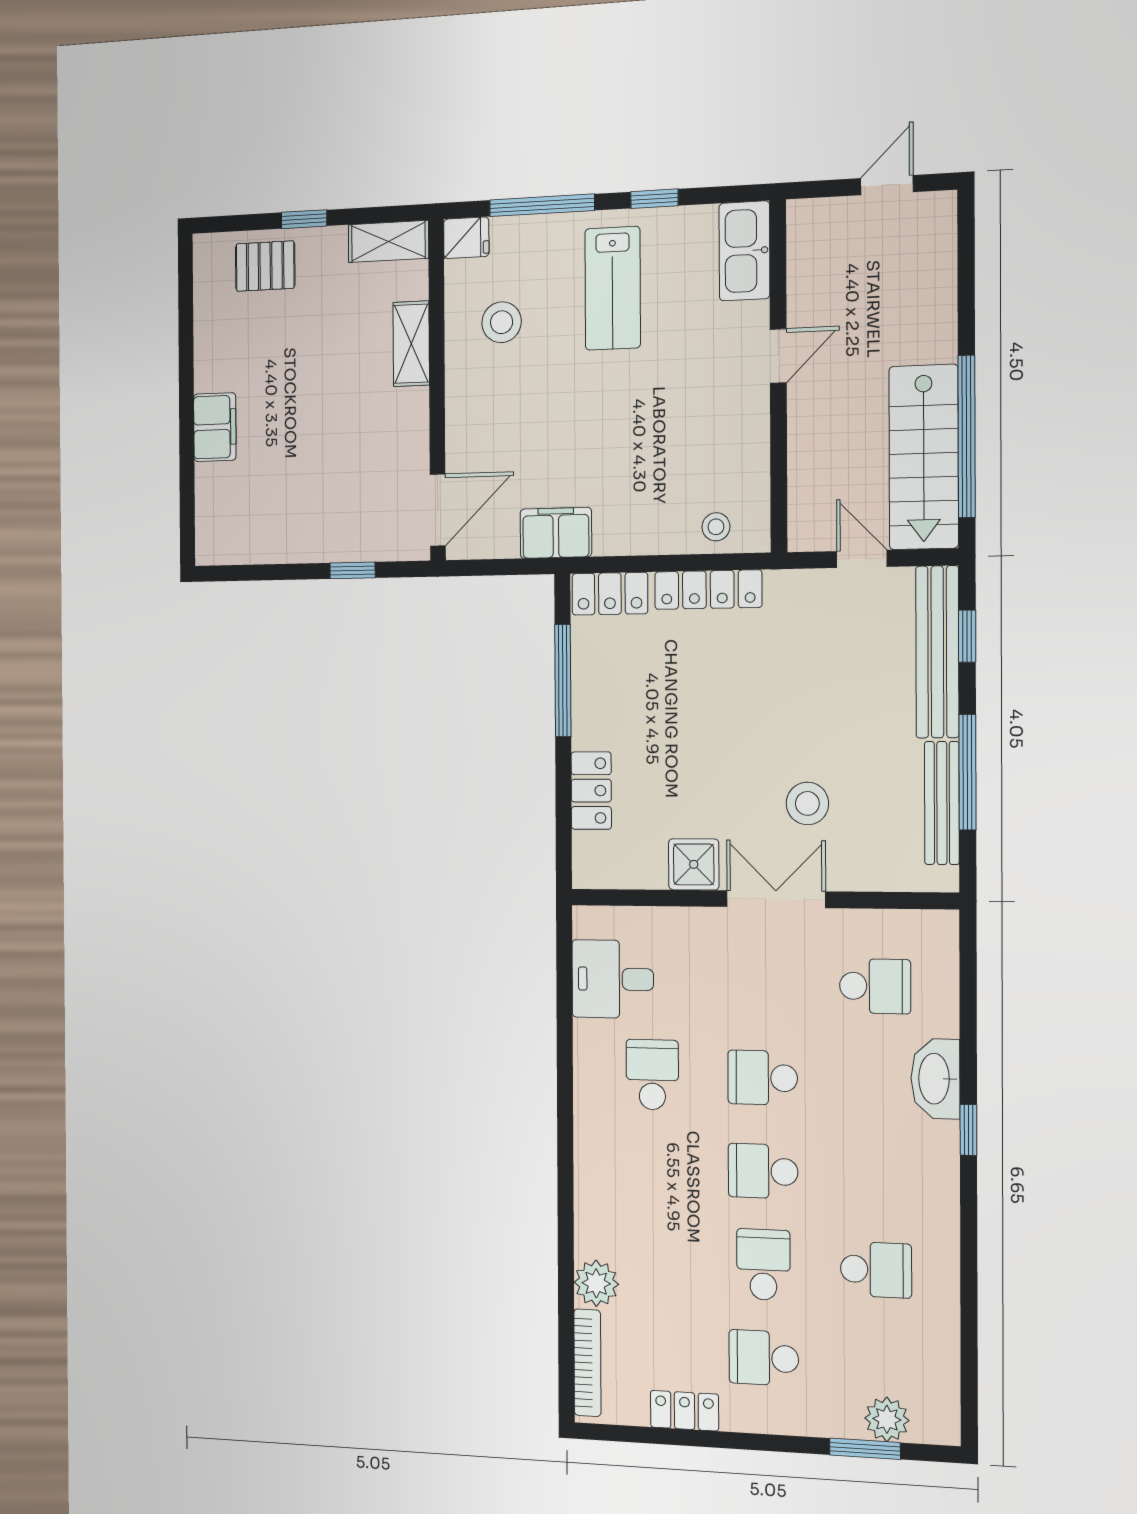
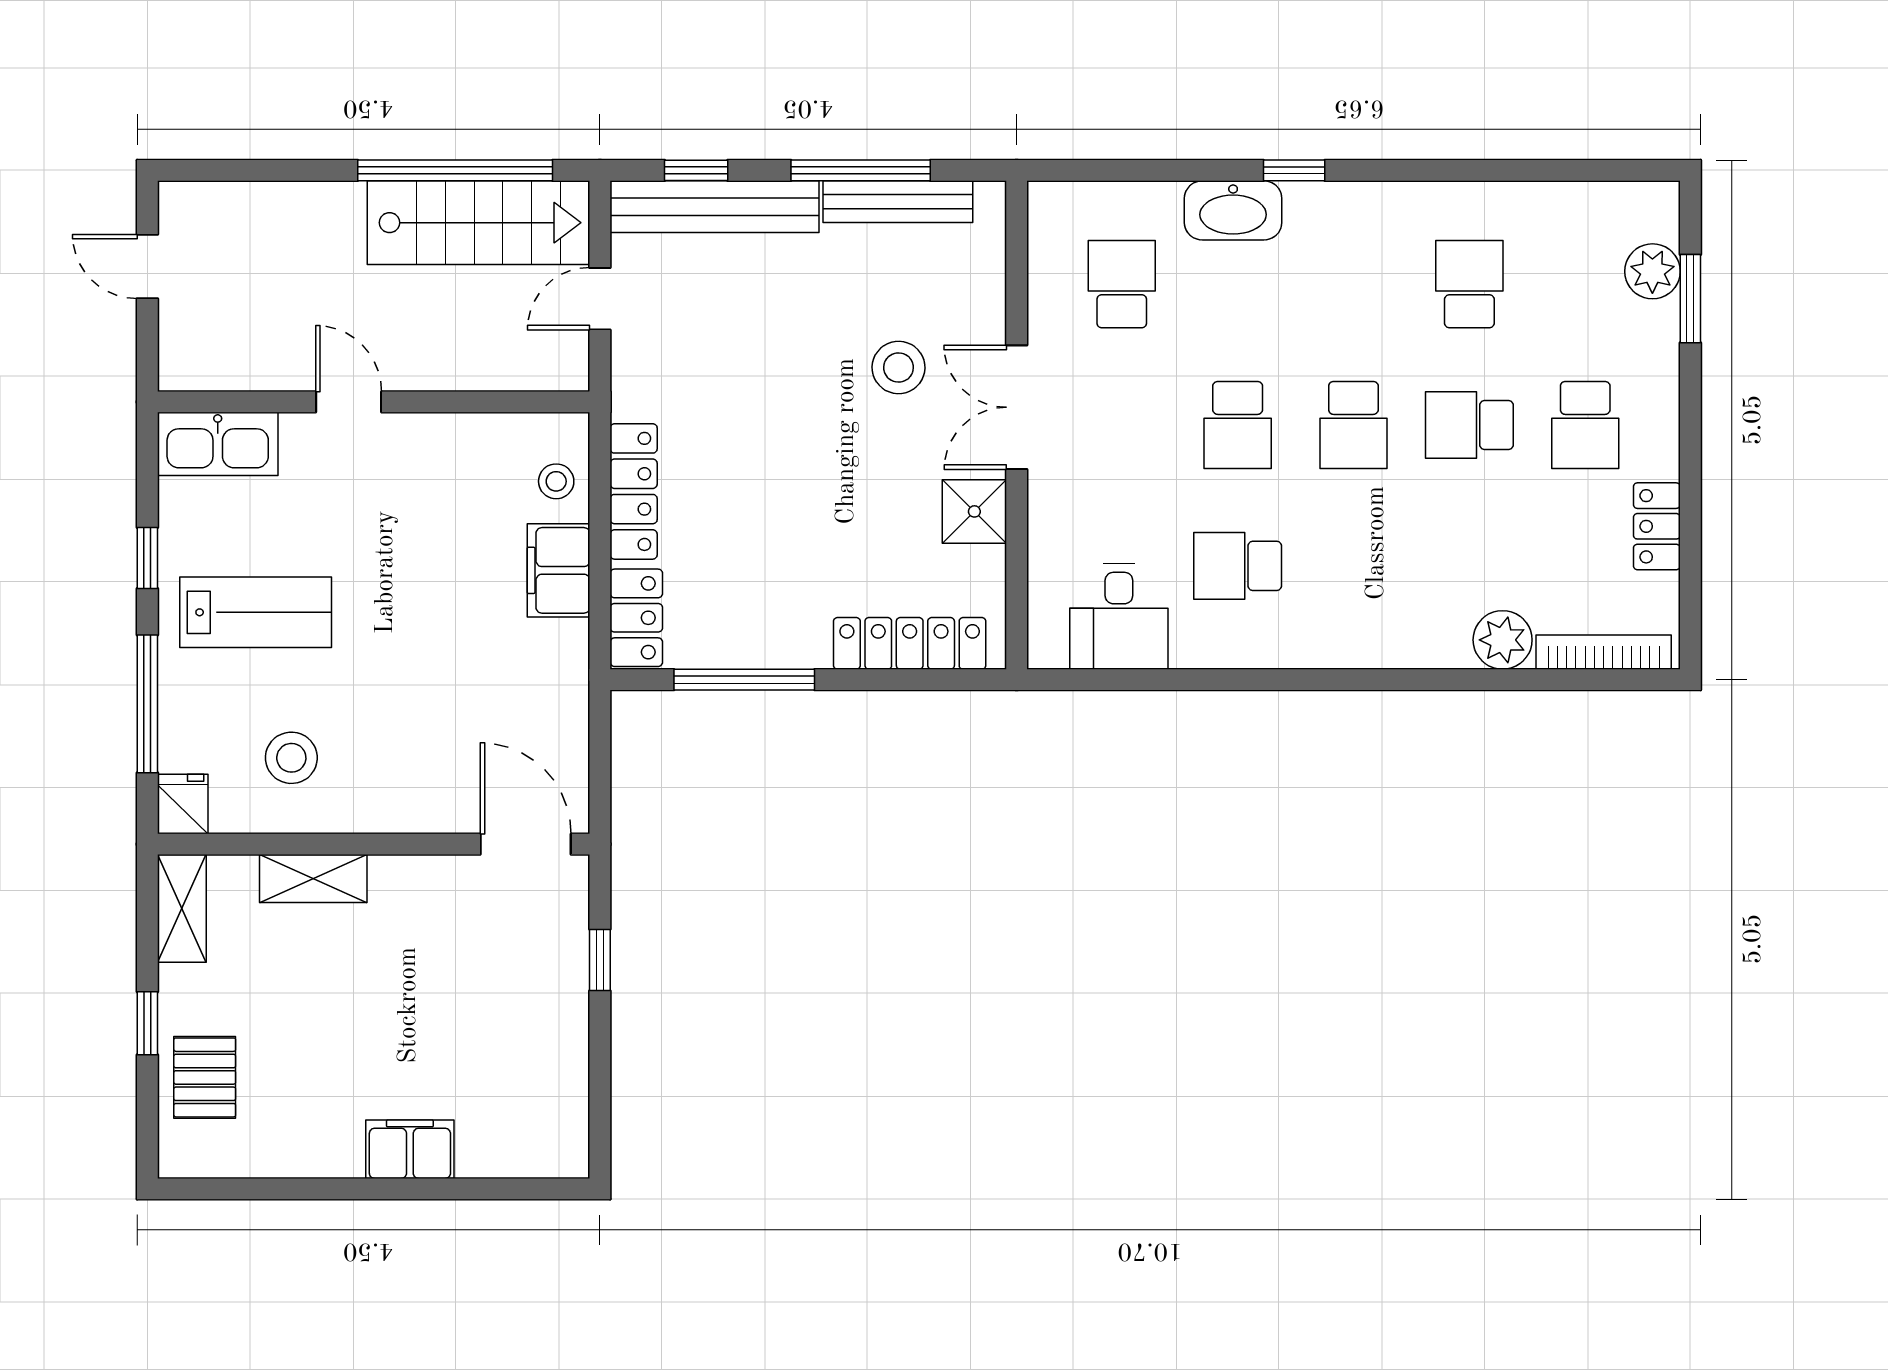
filing cabinet: (556, 533) -> (559, 570), moved
locker: (591, 791) -> (910, 643), width x1.53

